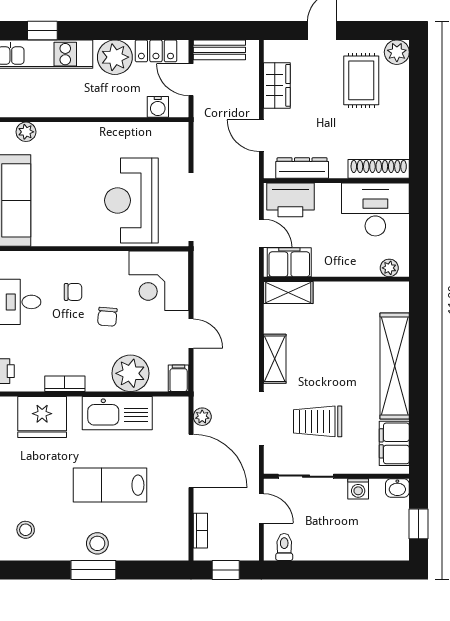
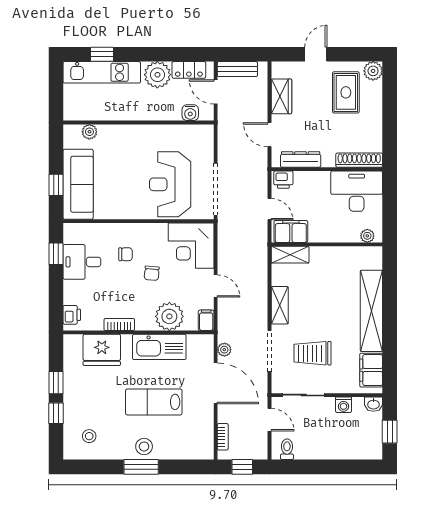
printer: (290, 200) -> (283, 180), width x0.53, depth x0.68

